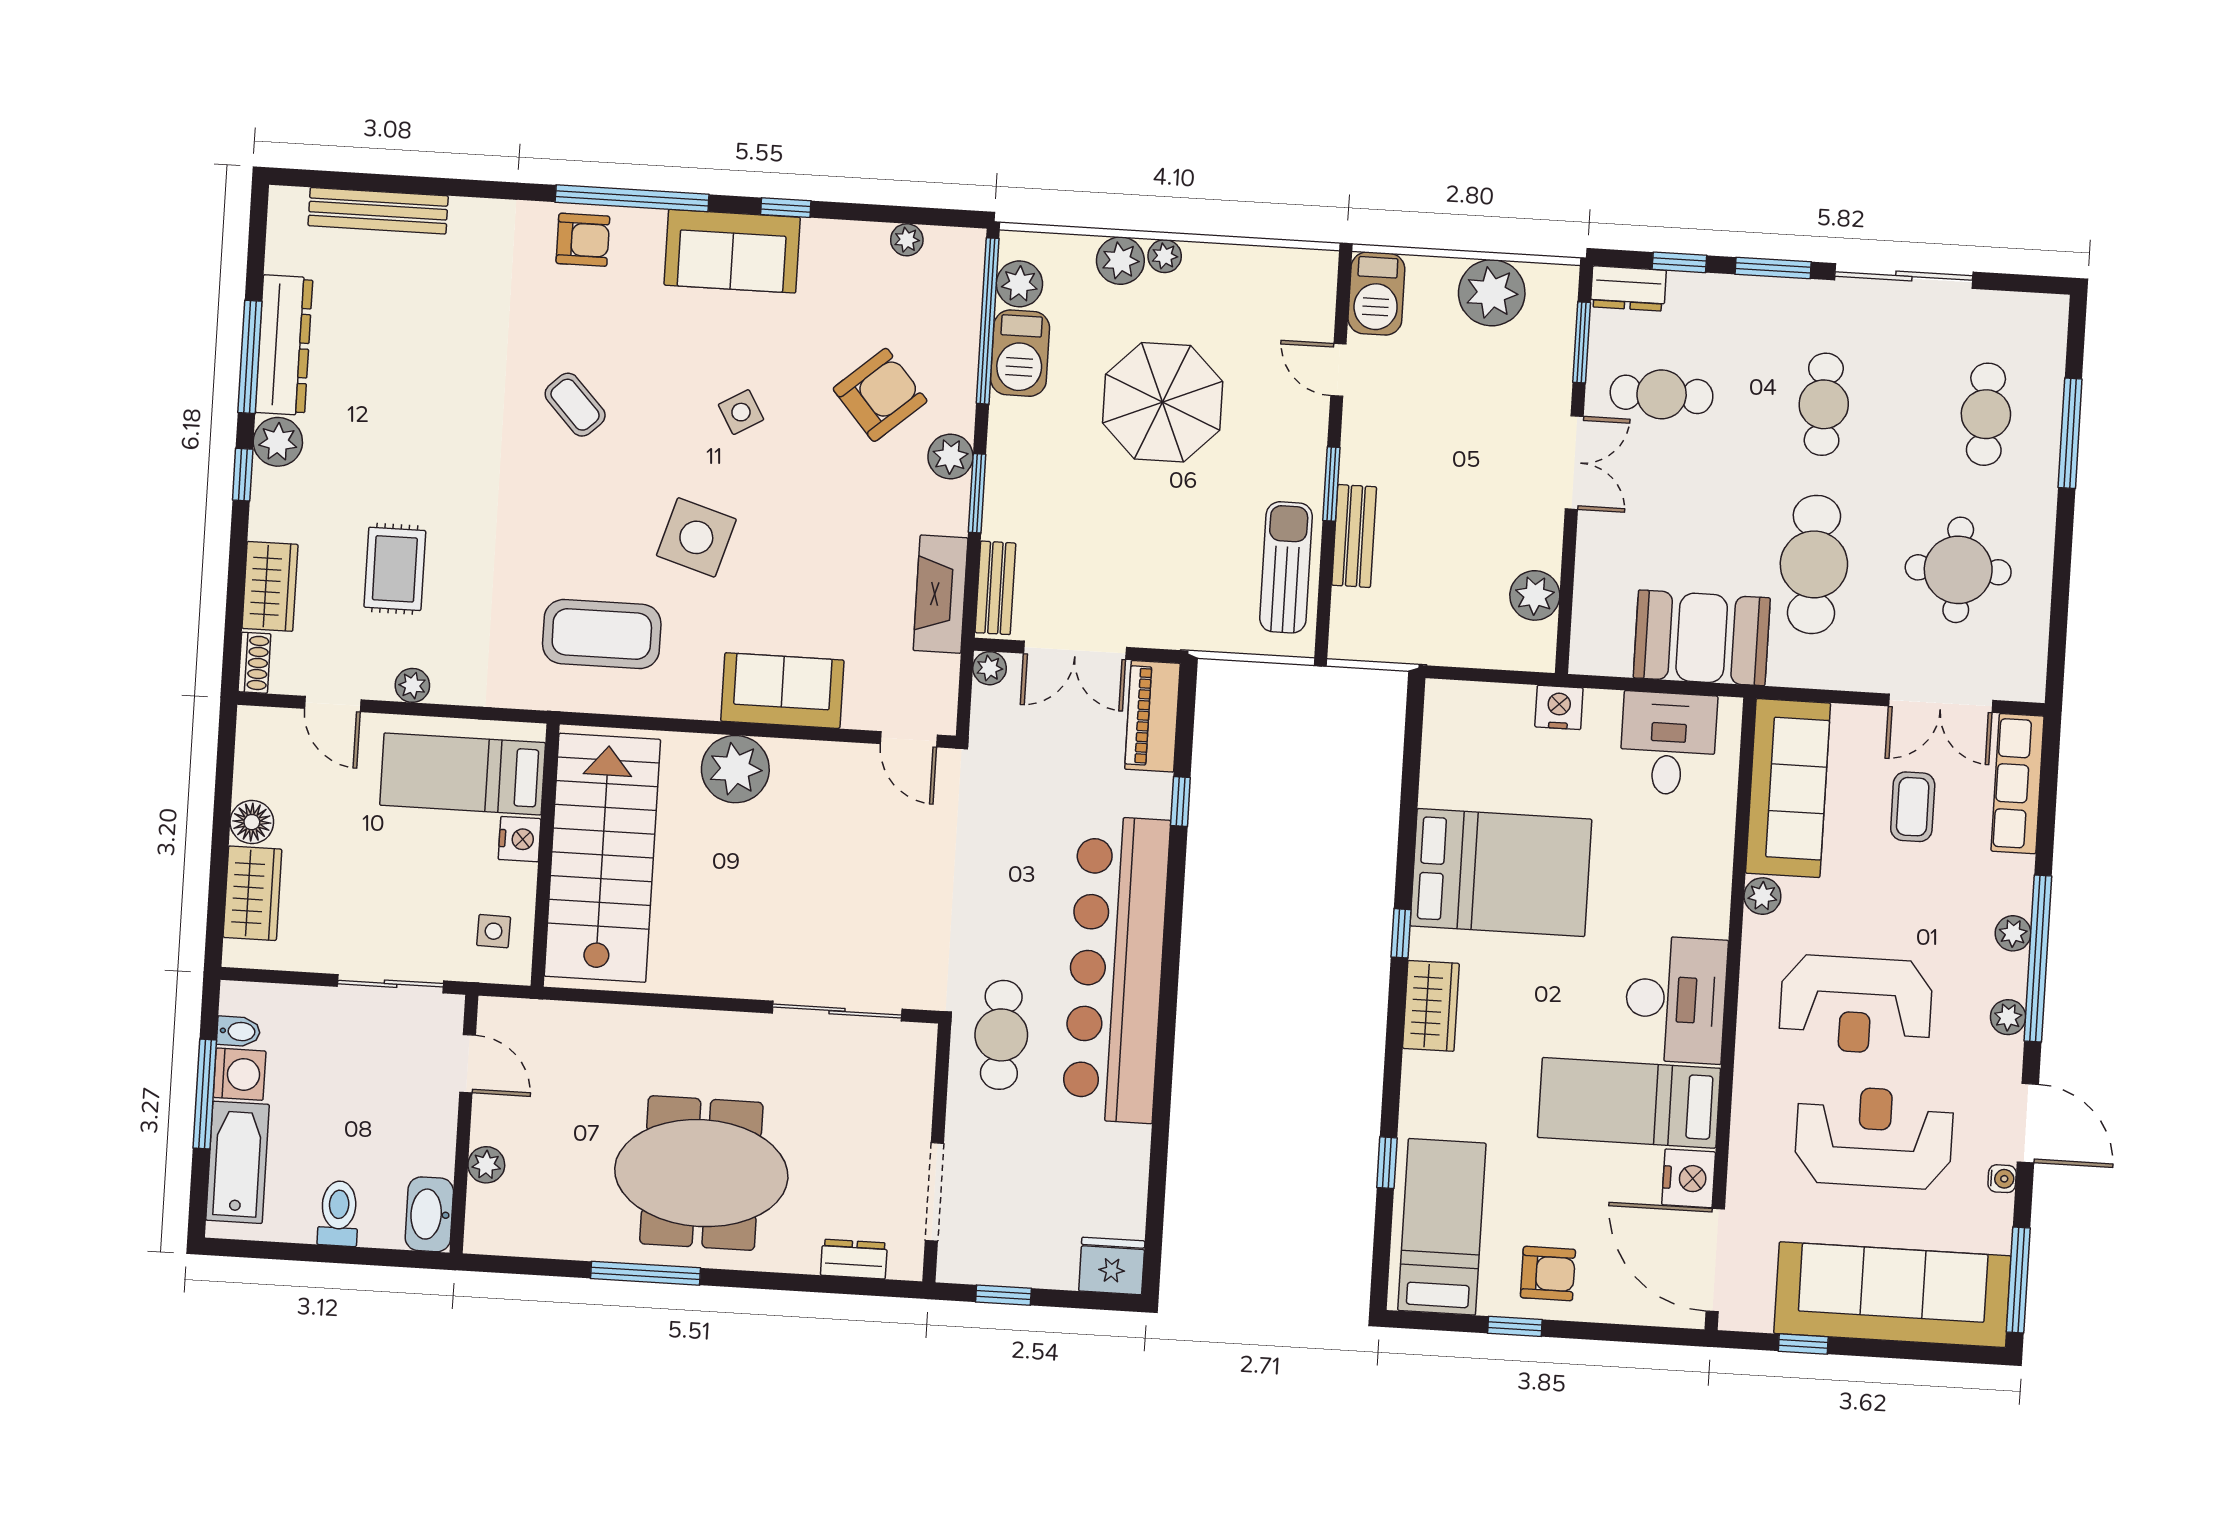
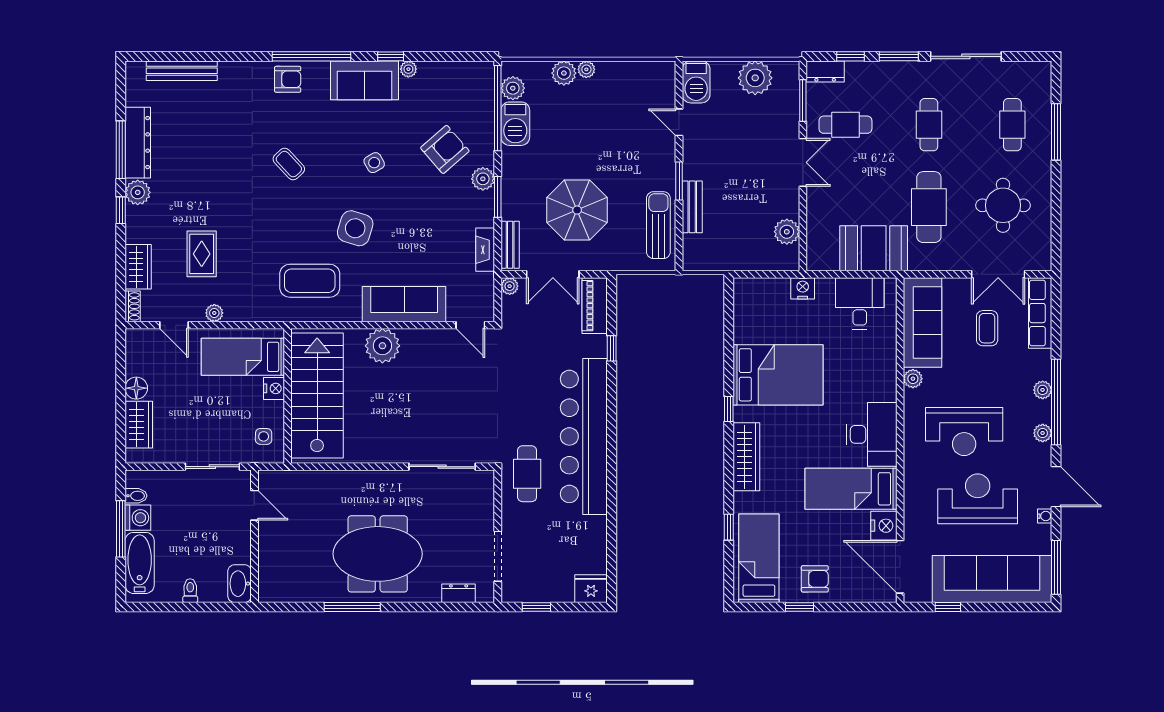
plant: (907, 240) -> (408, 69), moved
parasol: (1163, 402) -> (577, 210), moved
fireplace: (941, 594) -> (485, 250), width x0.73, depth x0.76
sofa: (782, 691) -> (404, 304), width x1.36
wardrobe: (1431, 1006) -> (746, 457), width x1.50
plant: (486, 1165) -> (267, 556), removed
toilet: (339, 1213) -> (190, 591), width x0.73, depth x0.72

